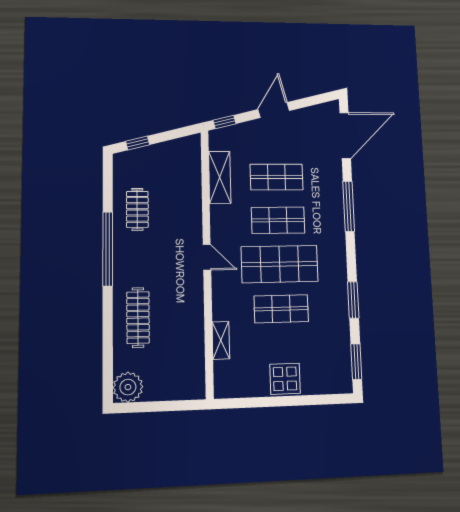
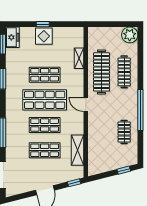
clothes rail: (179, 316) -> (102, 72), added
freezer: (340, 375) -> (12, 37), added
window: (288, 401) -> (43, 24), added

